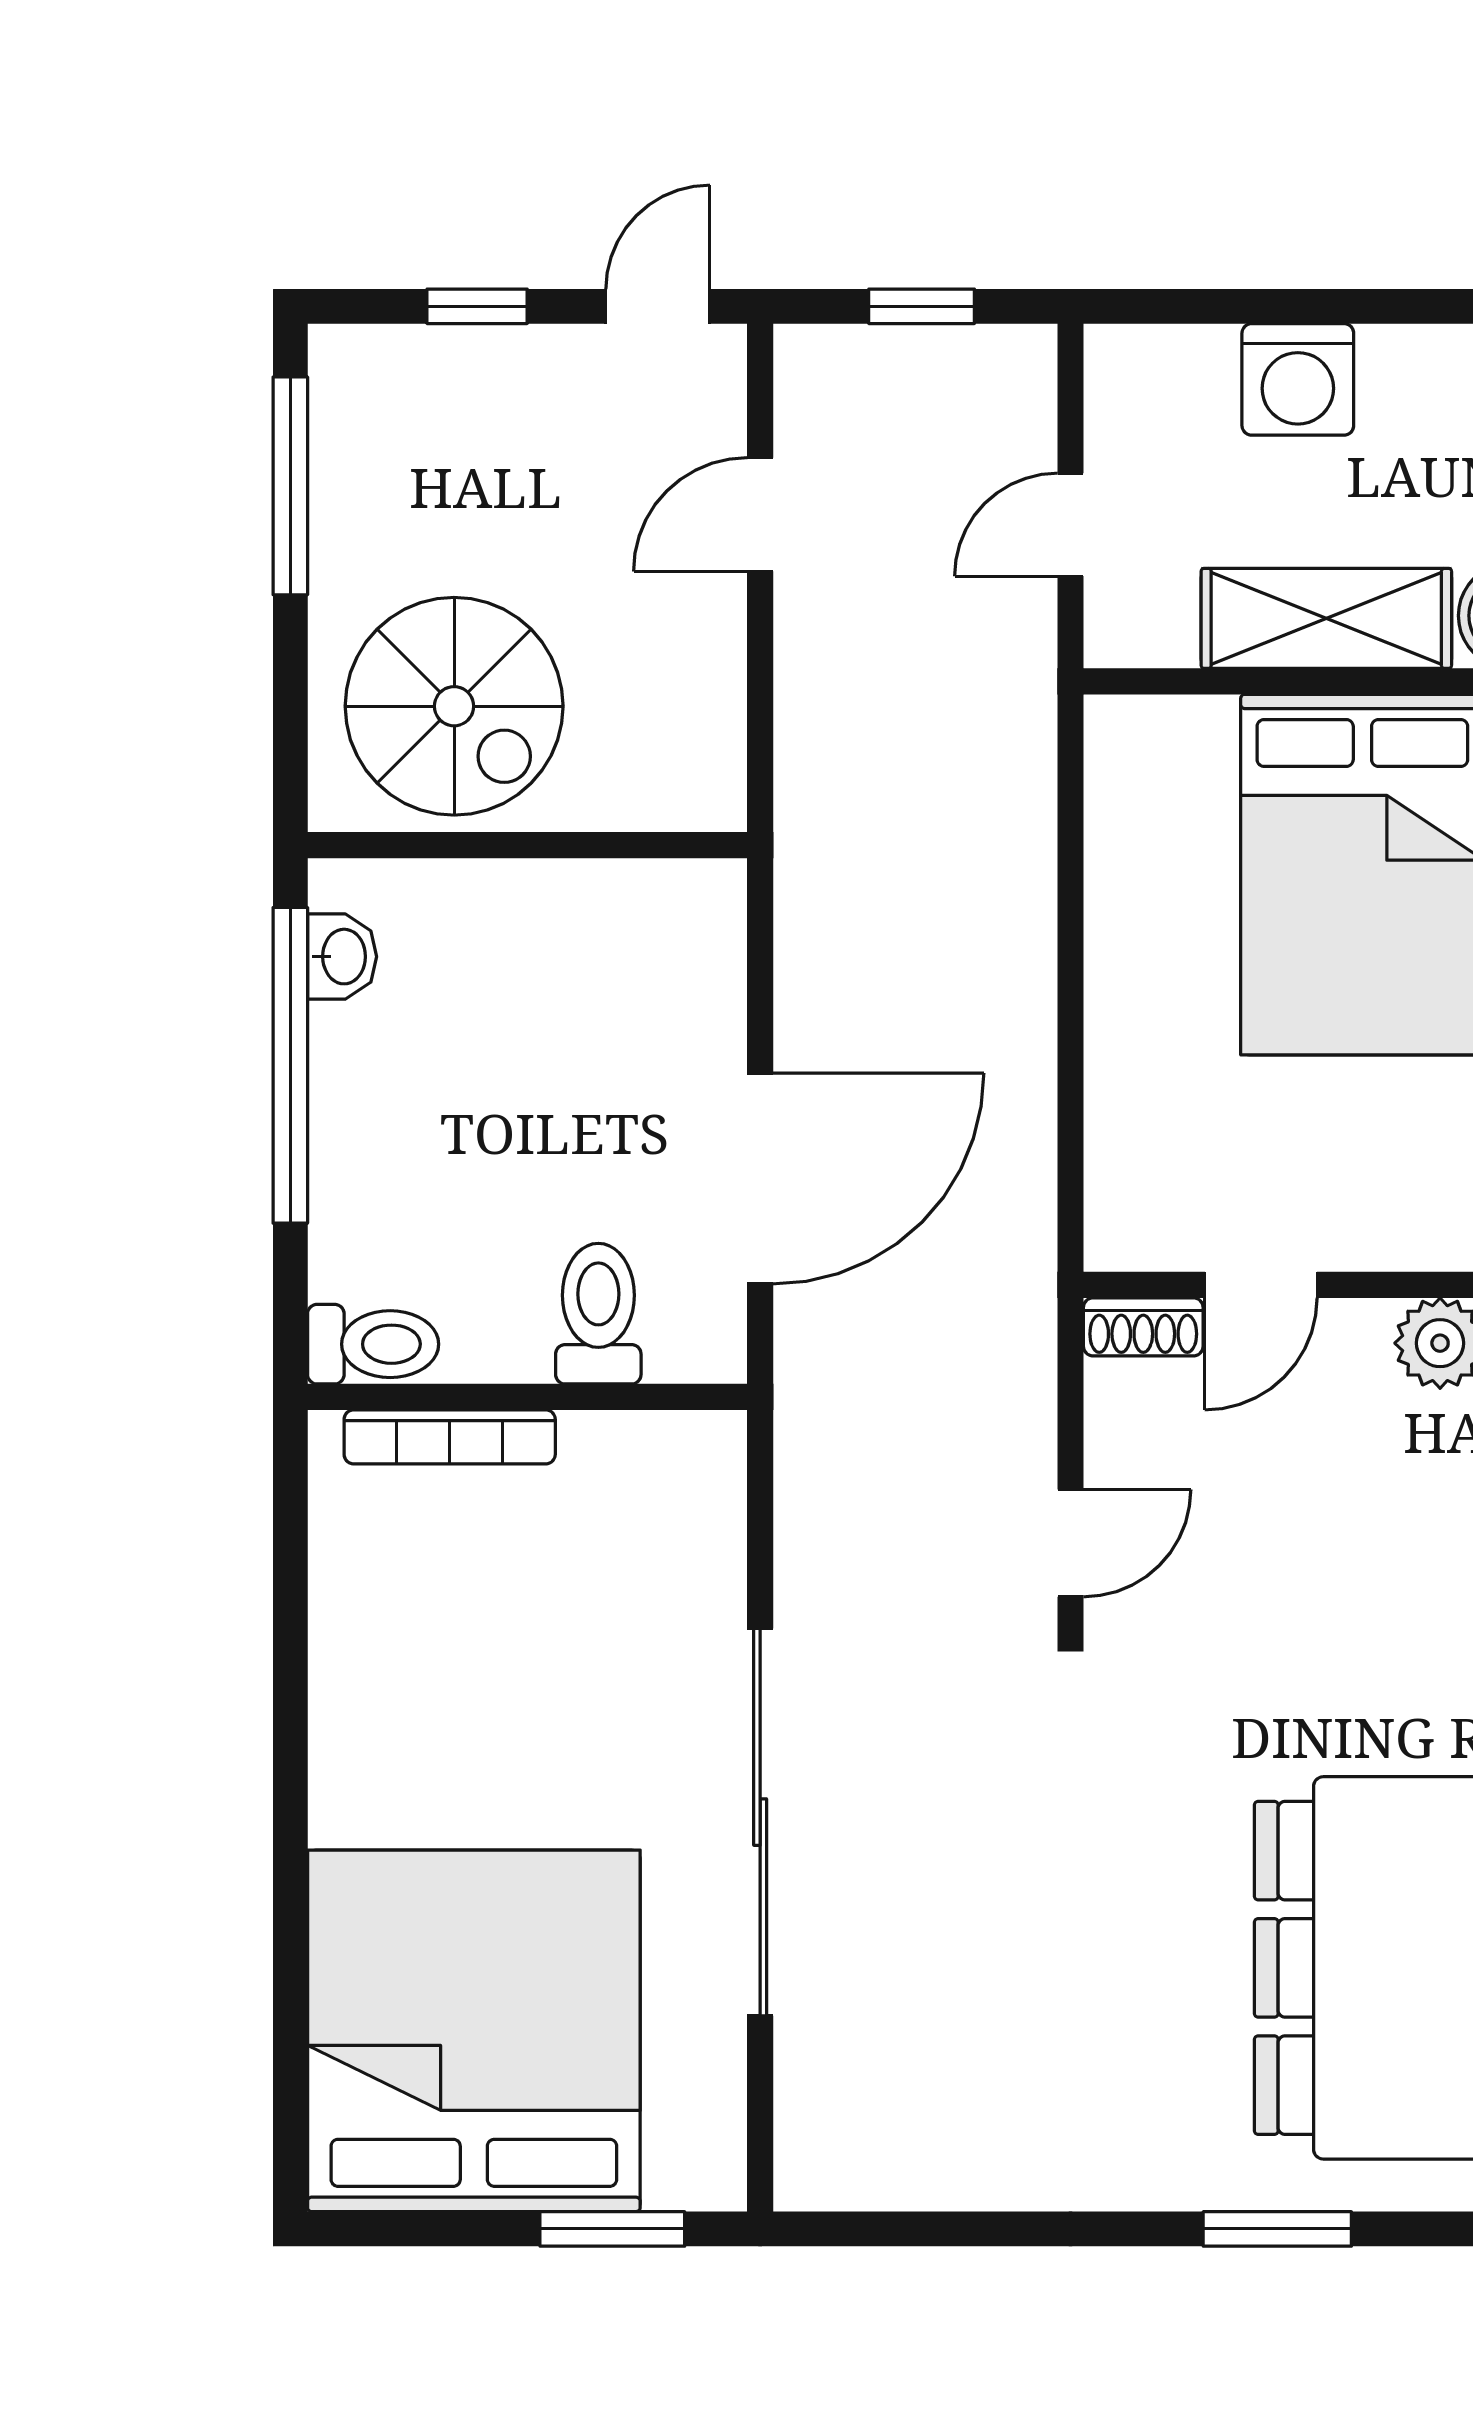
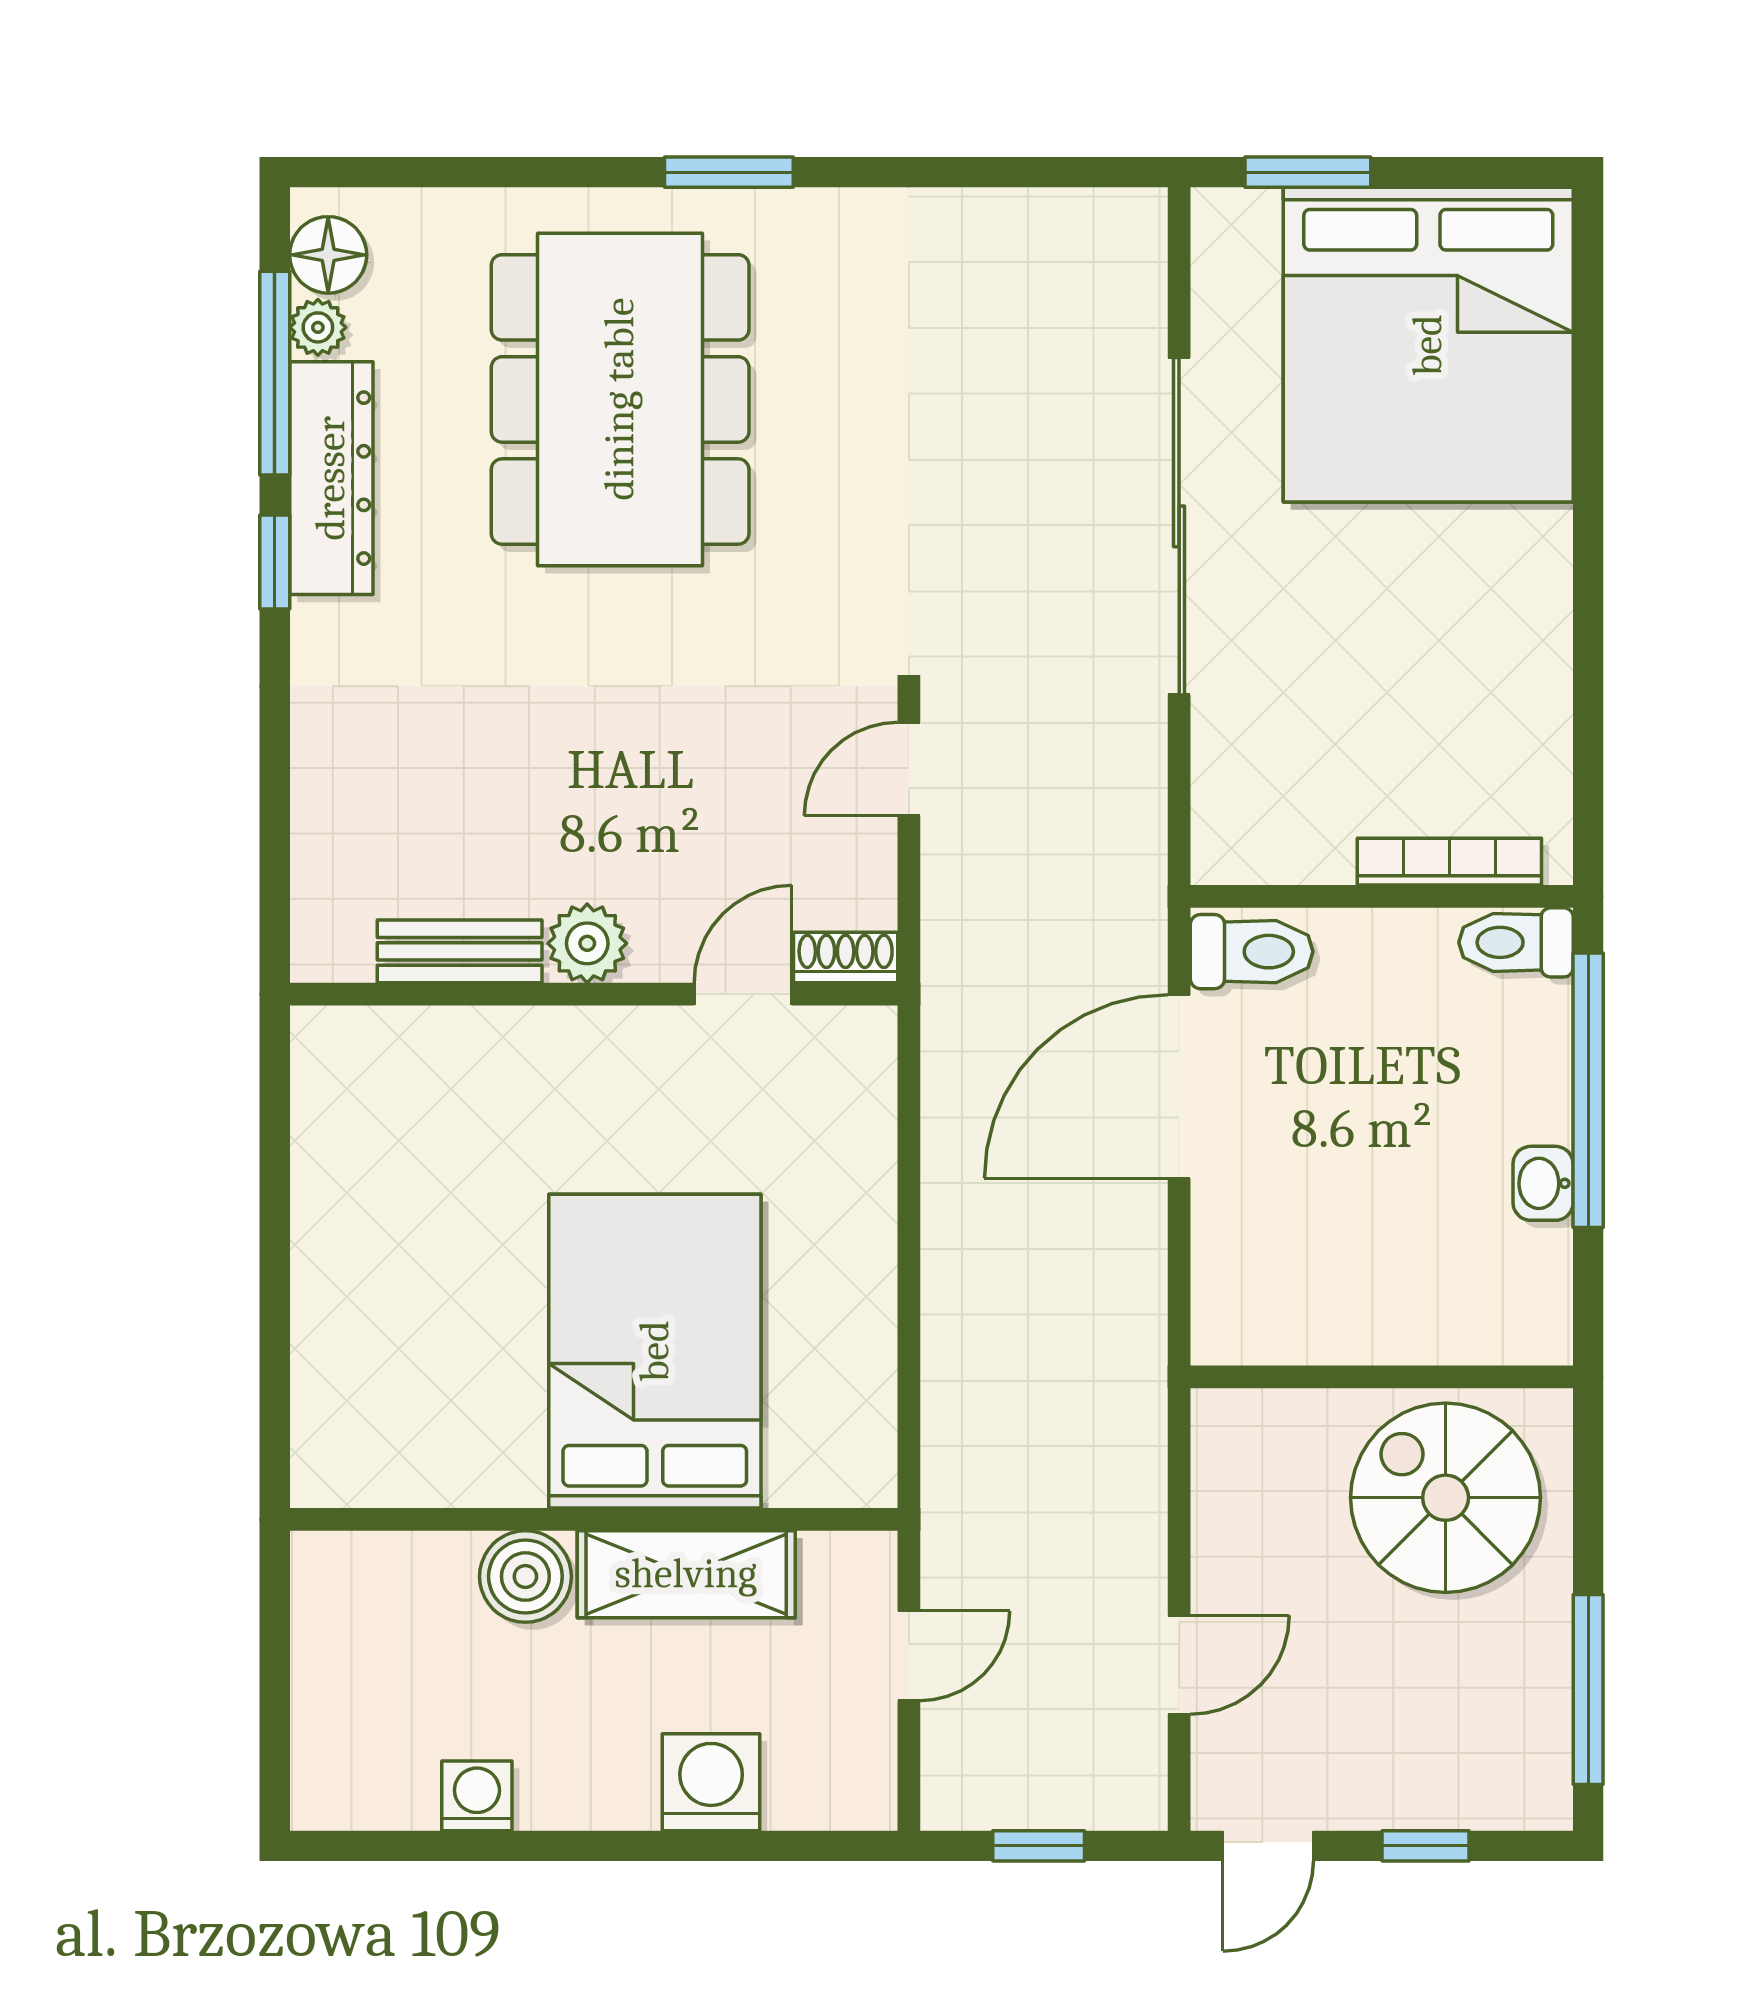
washbasin: (342, 957) -> (1543, 1183), moved
window: (290, 1065) -> (1588, 1090), moved
toilet: (598, 1314) -> (1252, 952), moved, turned -90

